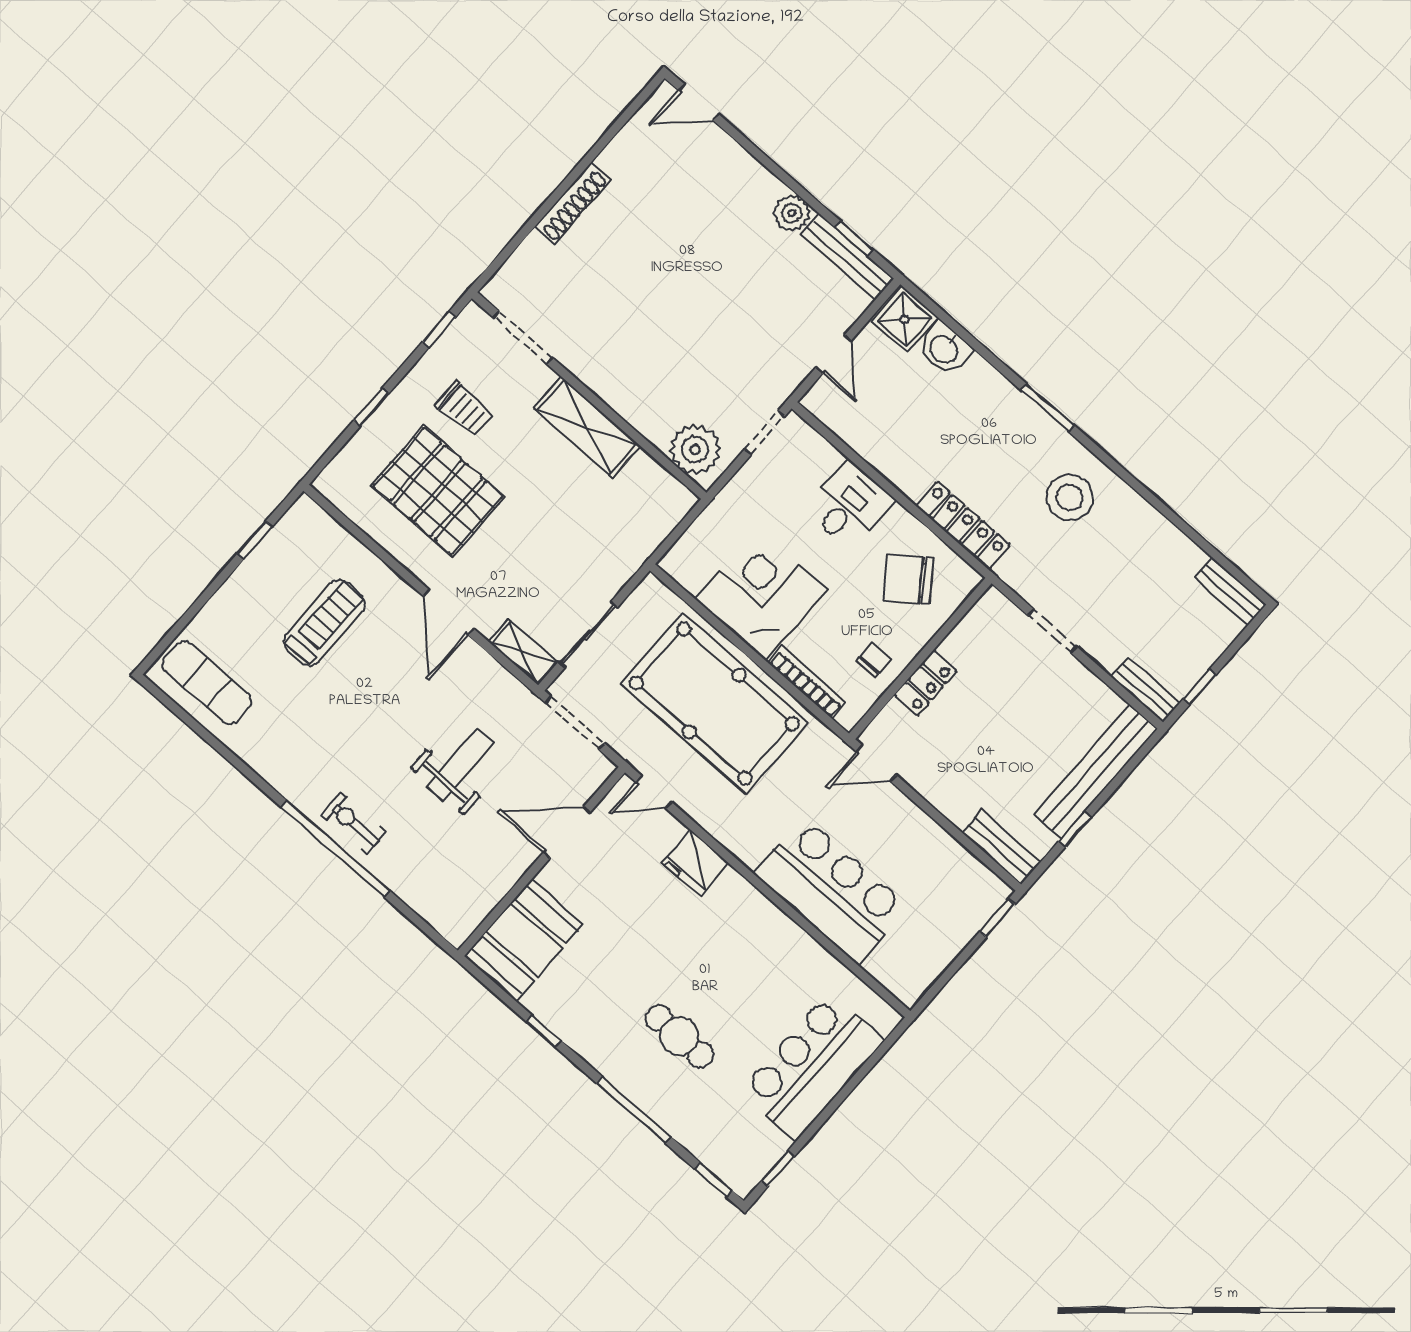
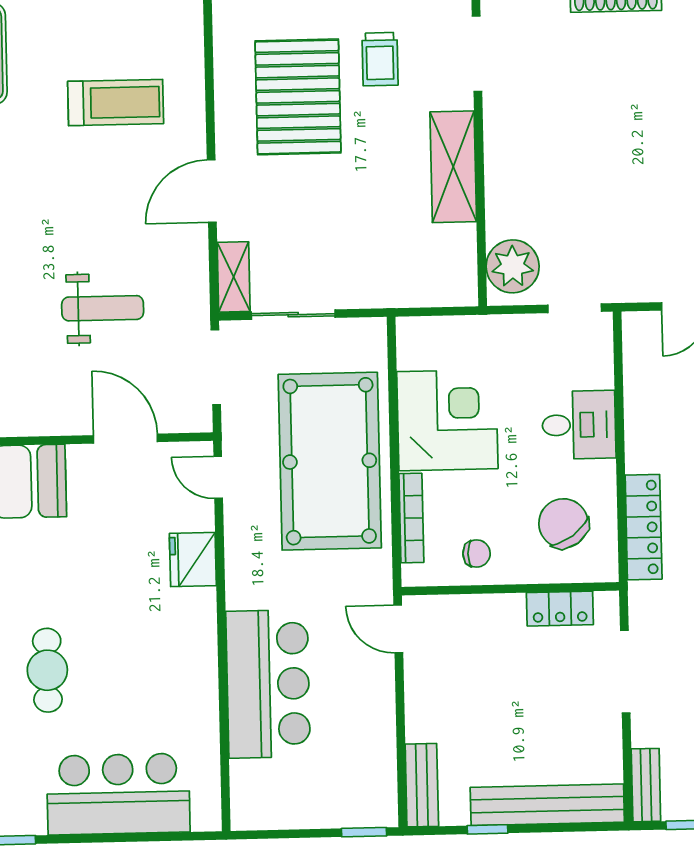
doorway: (1053, 631) -> (625, 672), width x1.38
locker: (925, 683) -> (560, 609), moved

